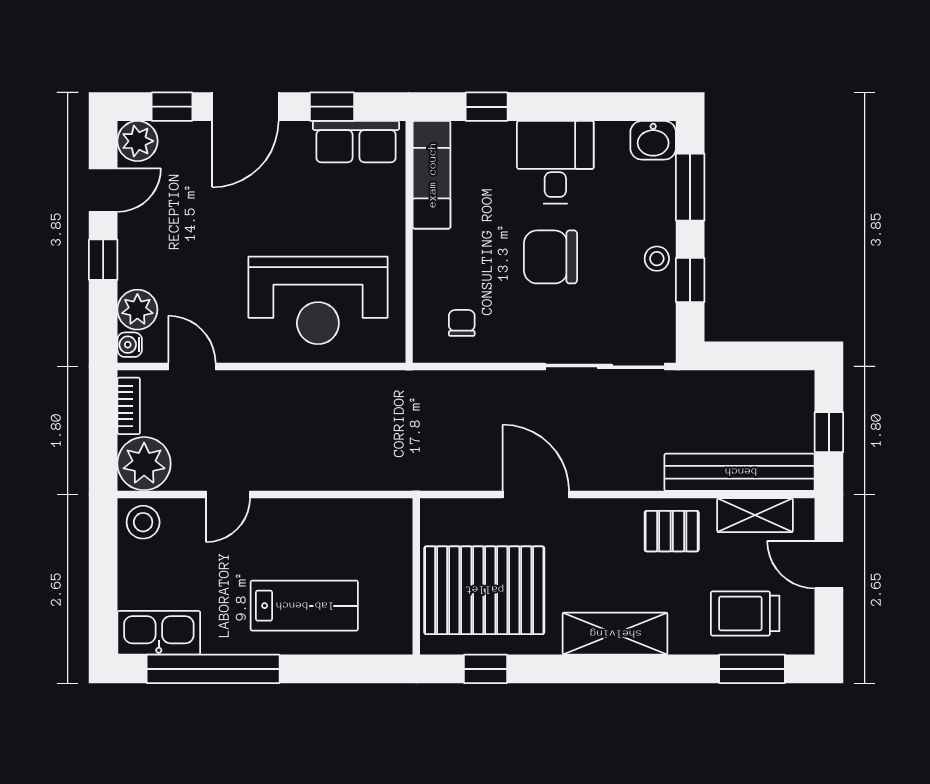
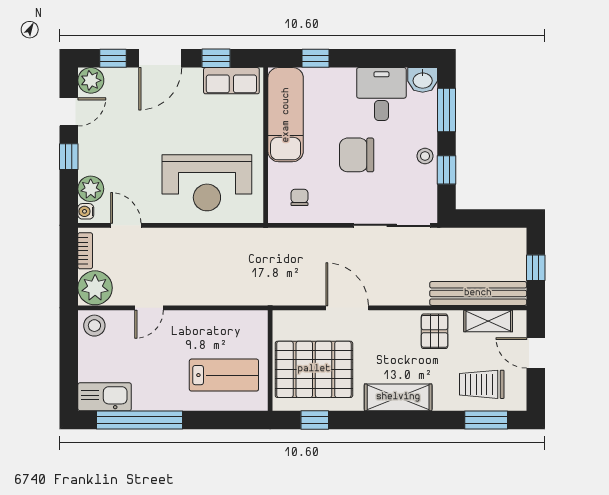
desk: (555, 162) -> (381, 94), moved
exam couch: (432, 175) -> (286, 115), width x1.36, depth x1.45
pallet: (672, 531) -> (435, 331), turned 90
lab bench: (304, 606) -> (224, 375), moved

